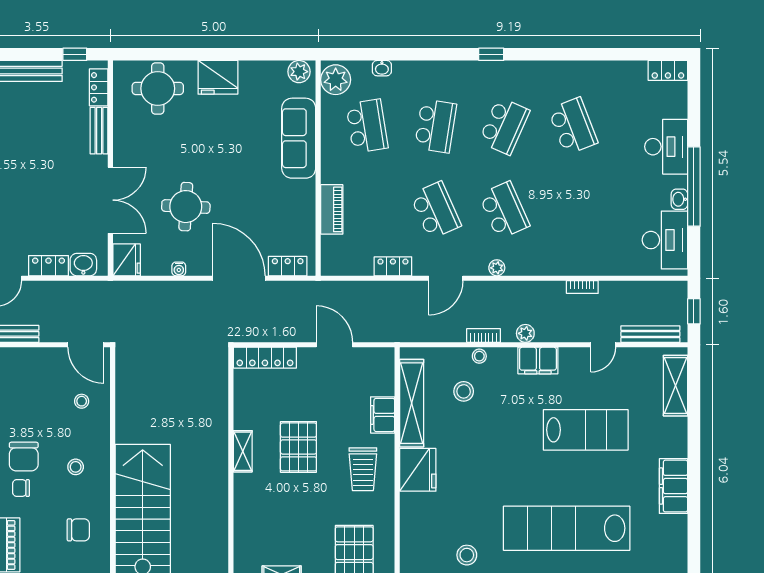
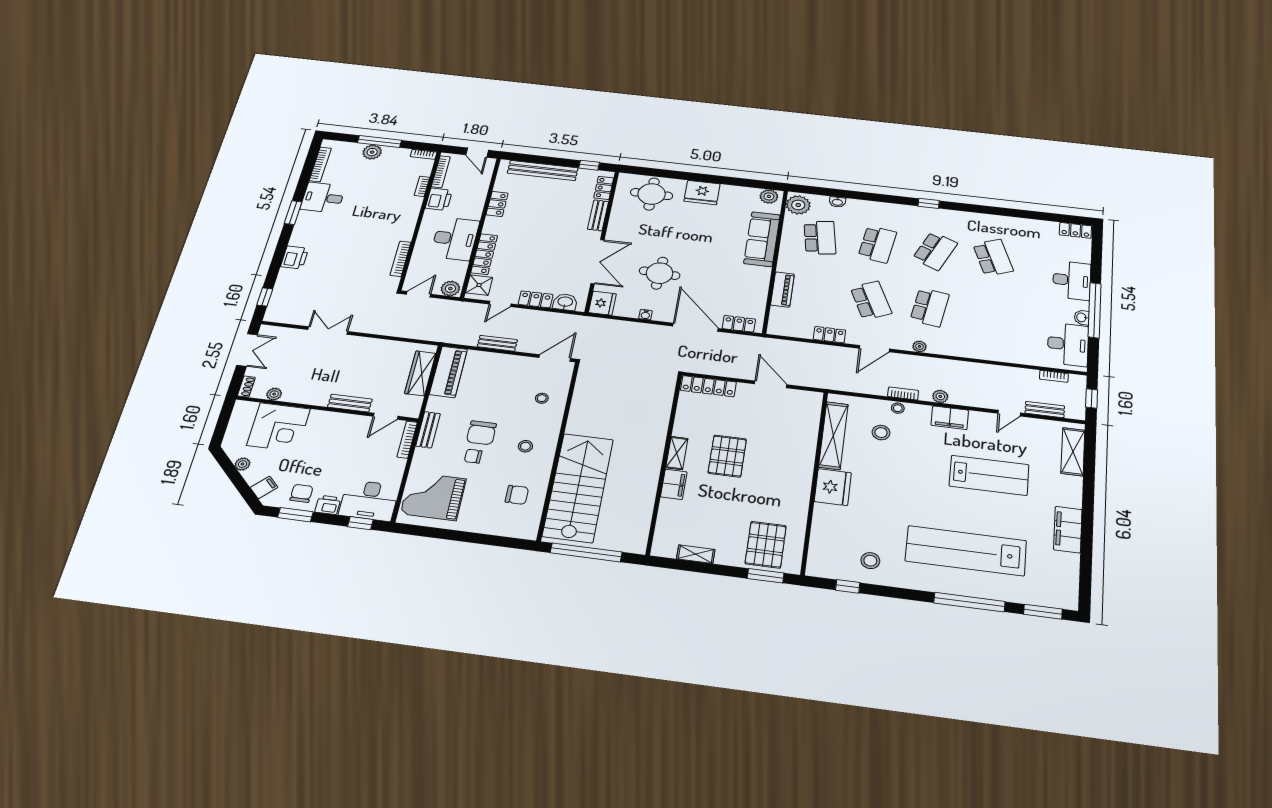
school desk: (504, 210) -> (930, 307), turned 33
bookcase: (582, 287) -> (1054, 376), moved
bench: (650, 334) -> (1045, 410), width x0.73
door: (86, 345) -> (555, 358), swing flipped
filing cabinet: (383, 415) -> (674, 484), moved, turned 180
trolley: (363, 469) -> (783, 480), removed

